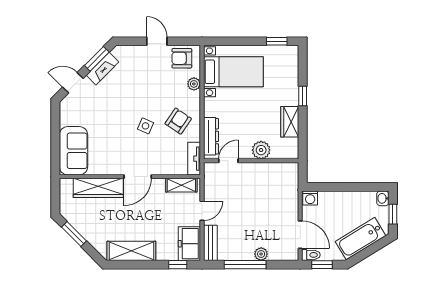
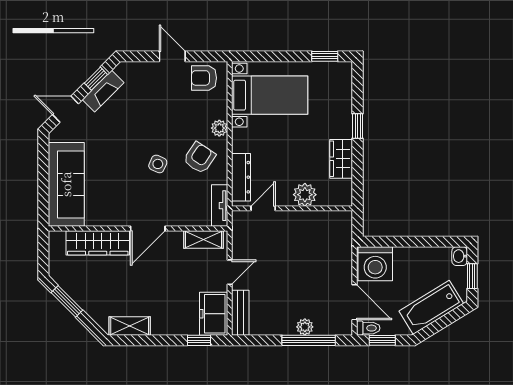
window: (97, 59) -> (96, 79), width x0.67
plant: (194, 84) -> (219, 128), moved
sofa: (73, 151) -> (66, 184), width x1.36
washing machine: (310, 198) -> (375, 264), width x1.89, depth x1.89
shelving: (131, 251) -> (130, 326), width x0.67, depth x0.75
window: (245, 265) -> (309, 340), moved

